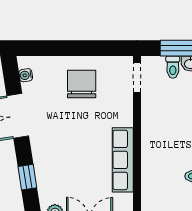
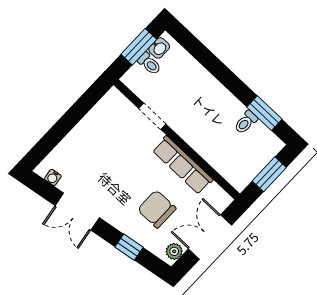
doorway: (137, 77) -> (152, 116), moved
chair: (82, 84) -> (157, 209), moved

